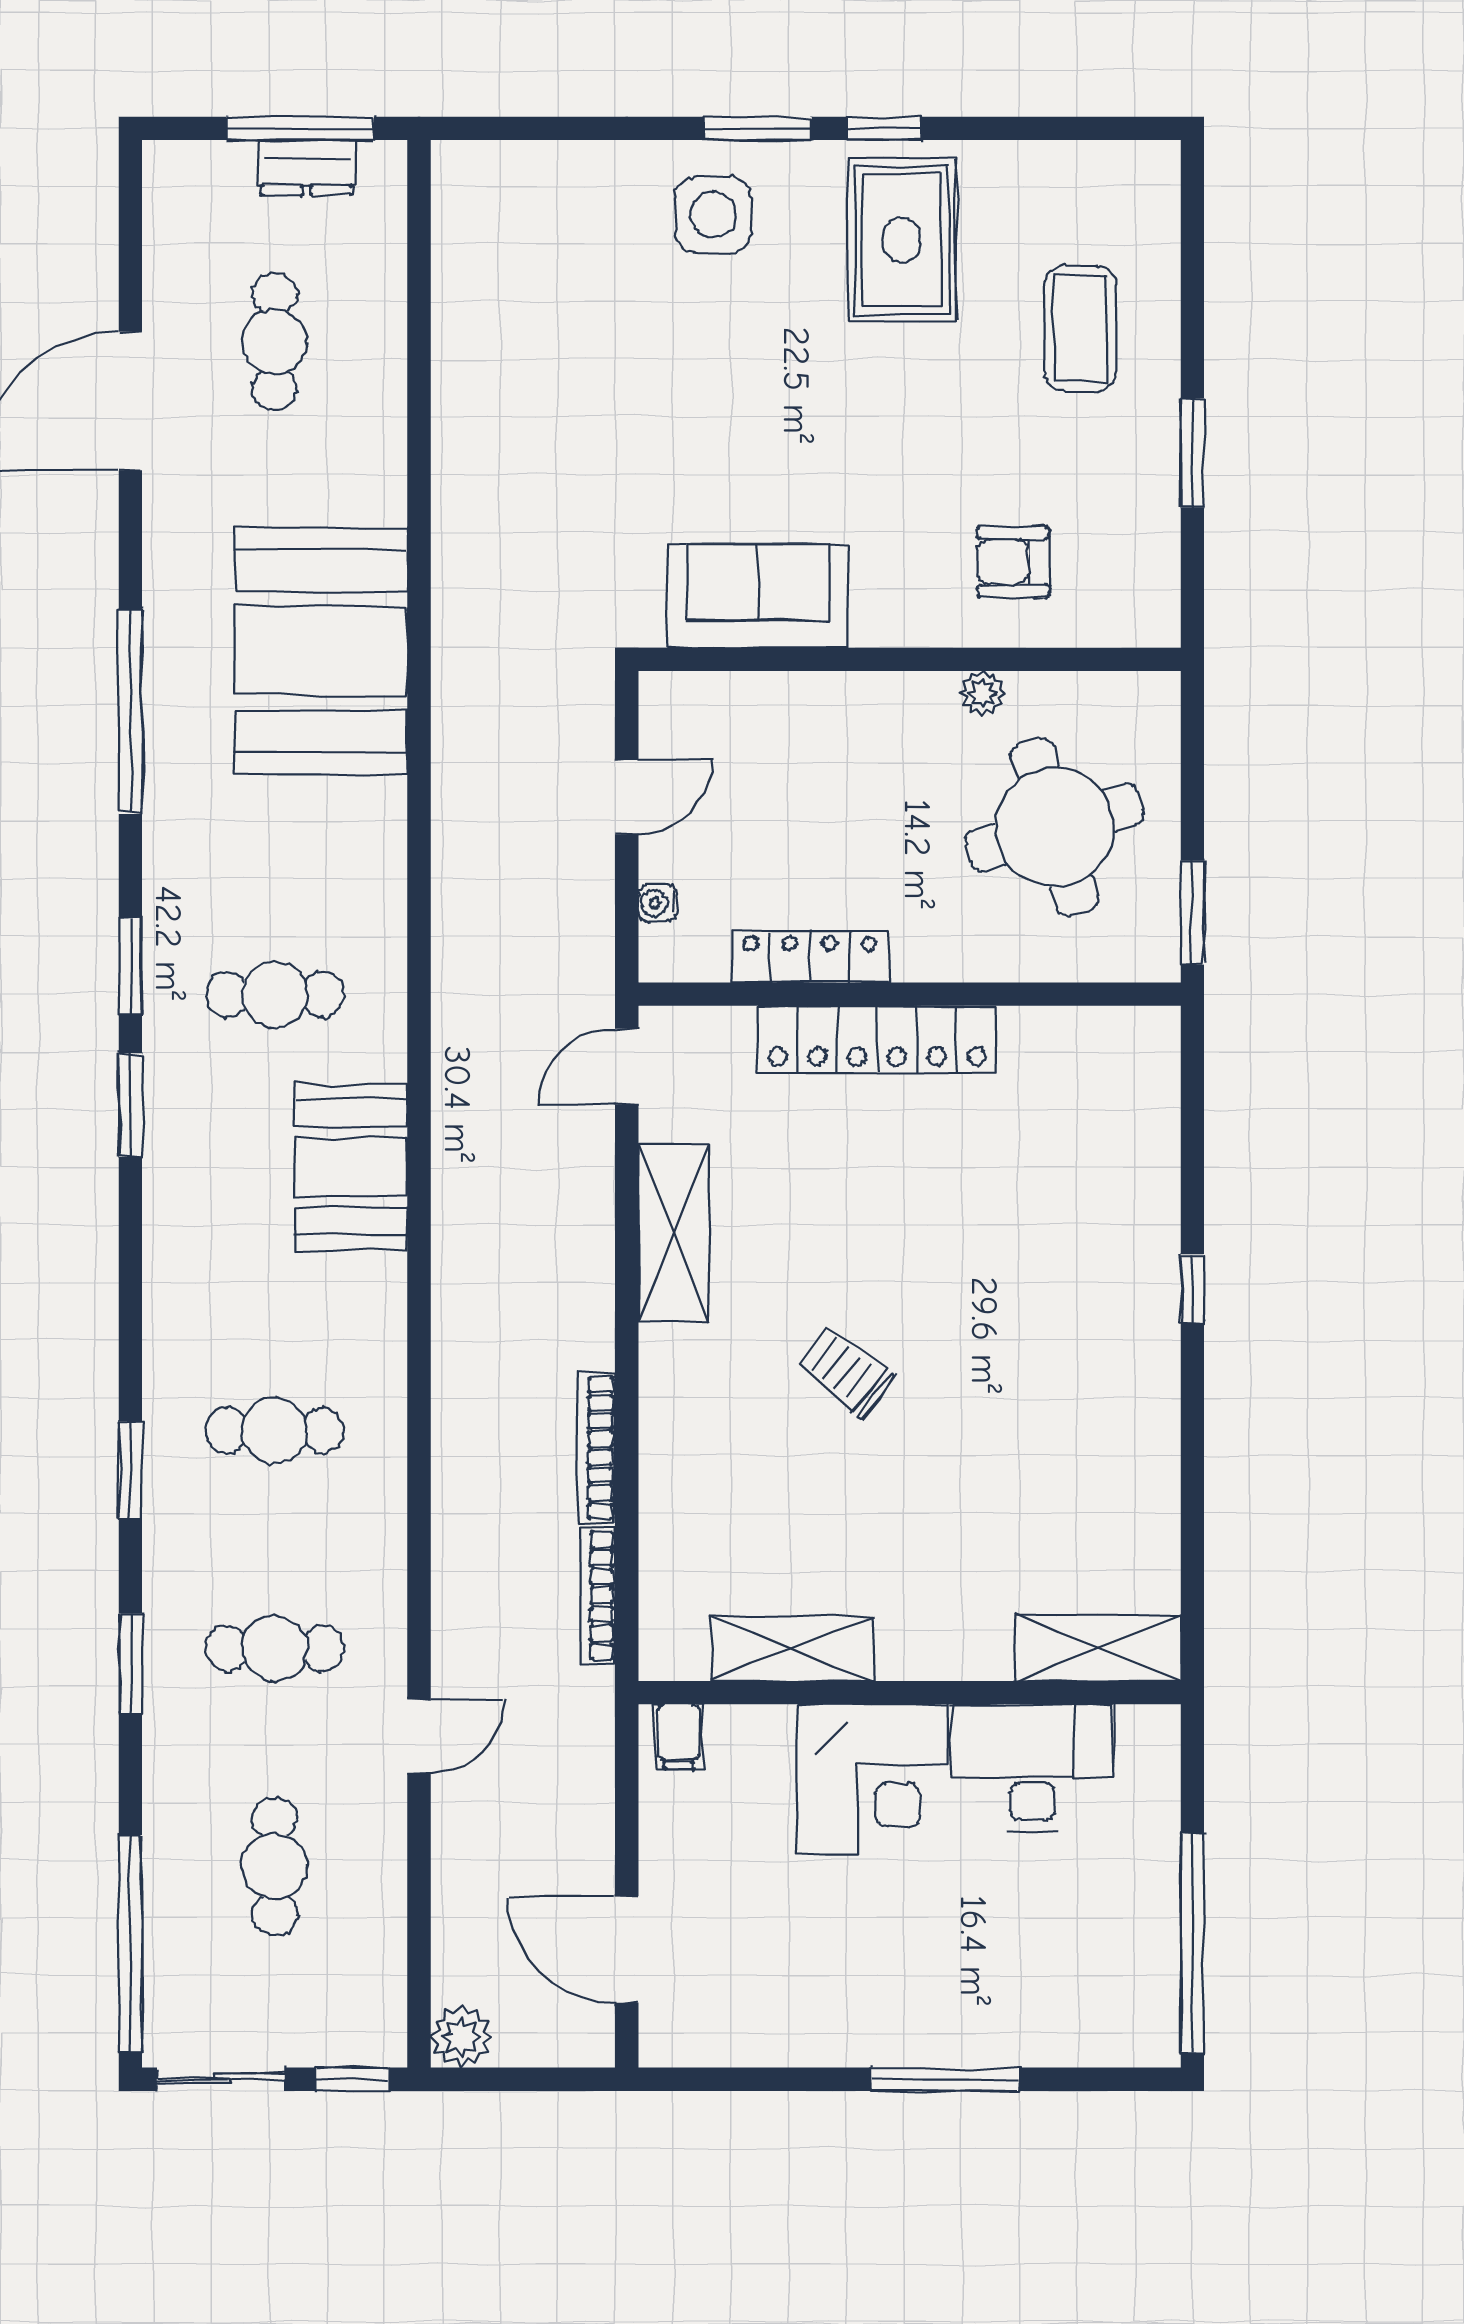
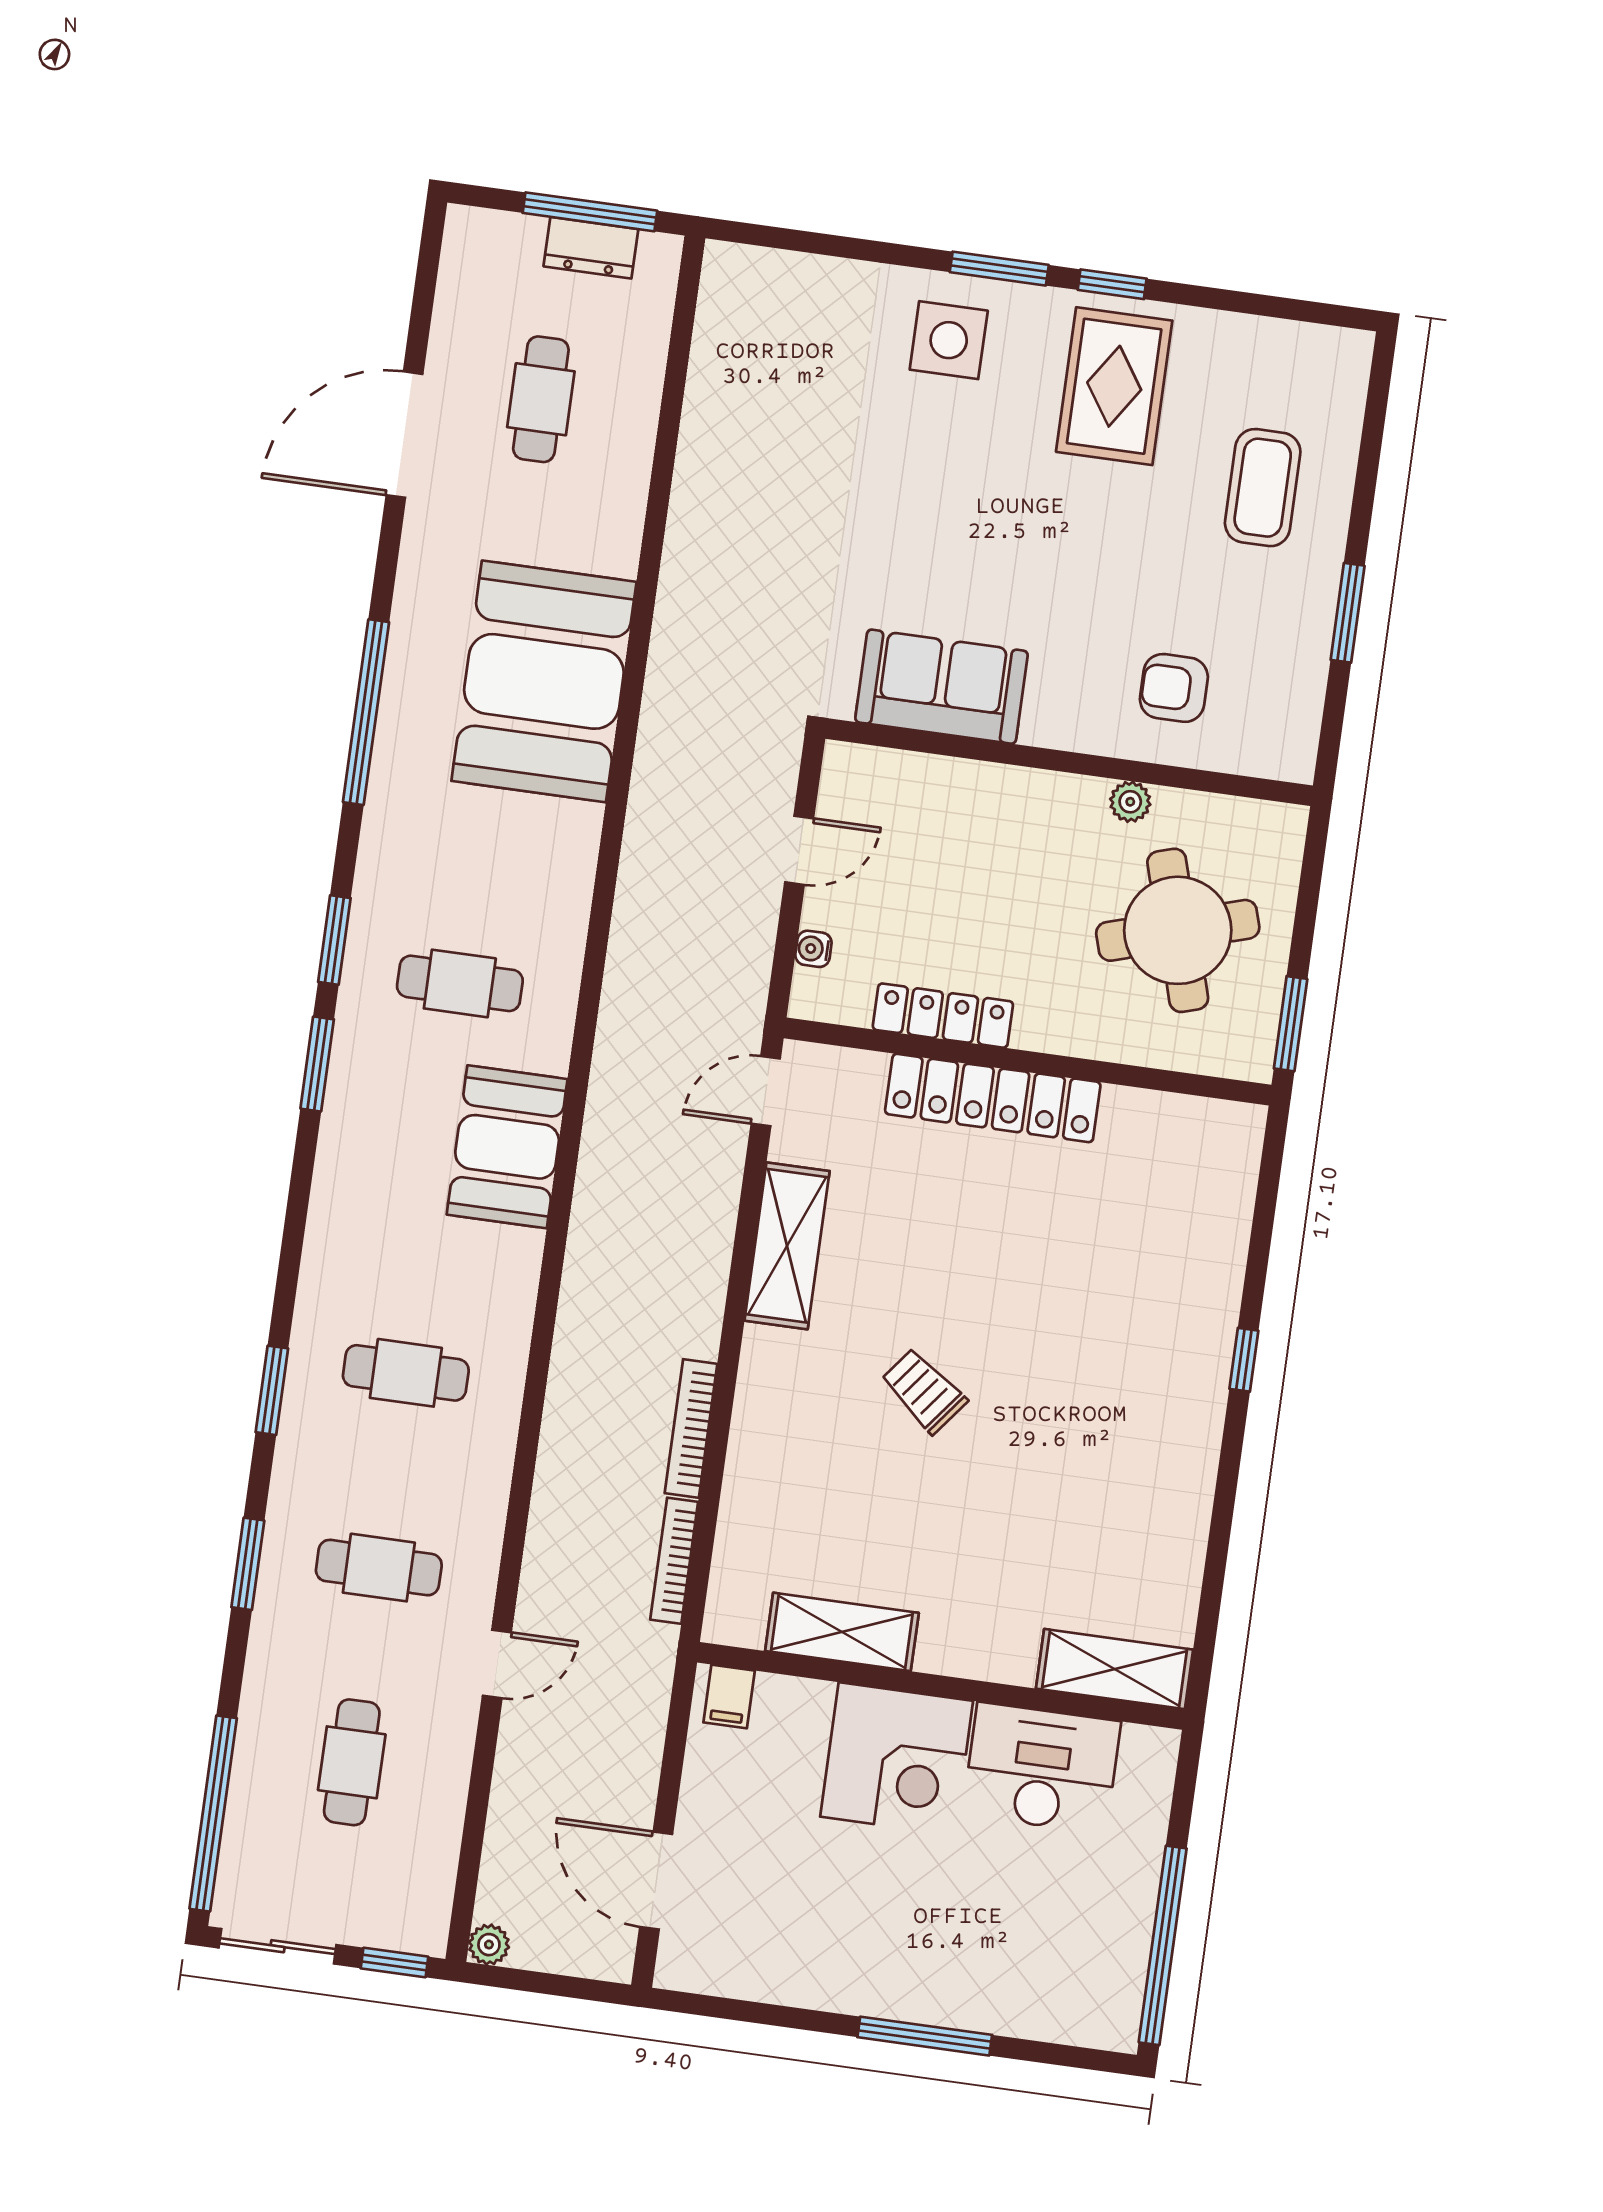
plant: (461, 2037) -> (489, 1945), width x0.73, depth x0.73

